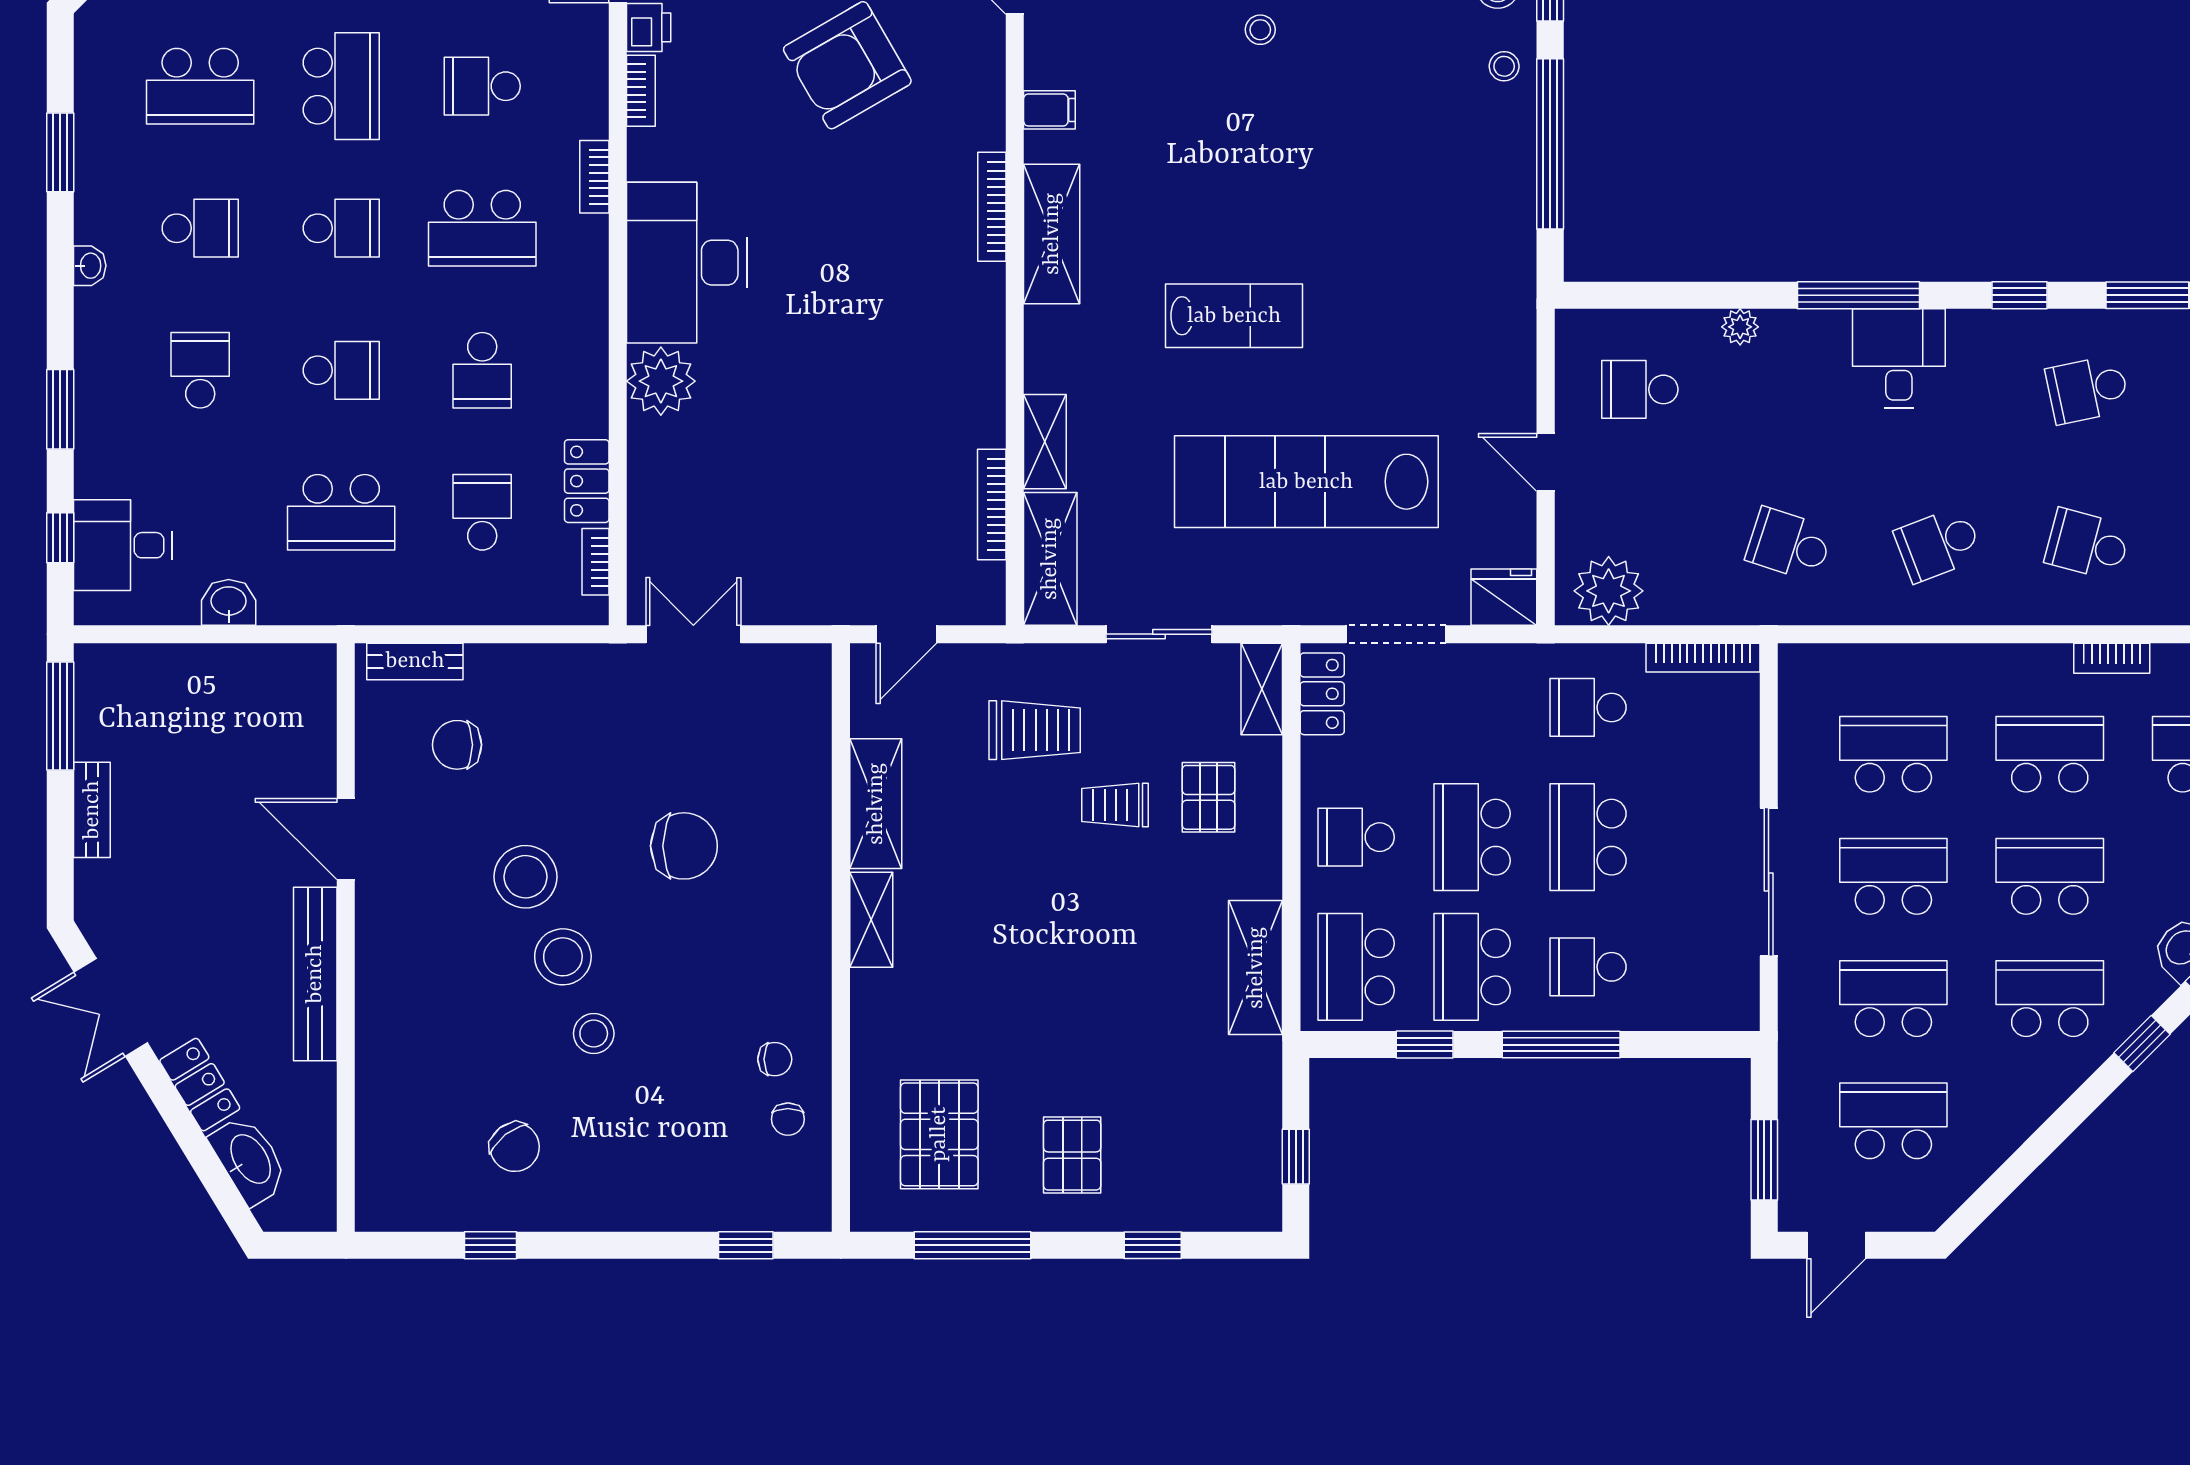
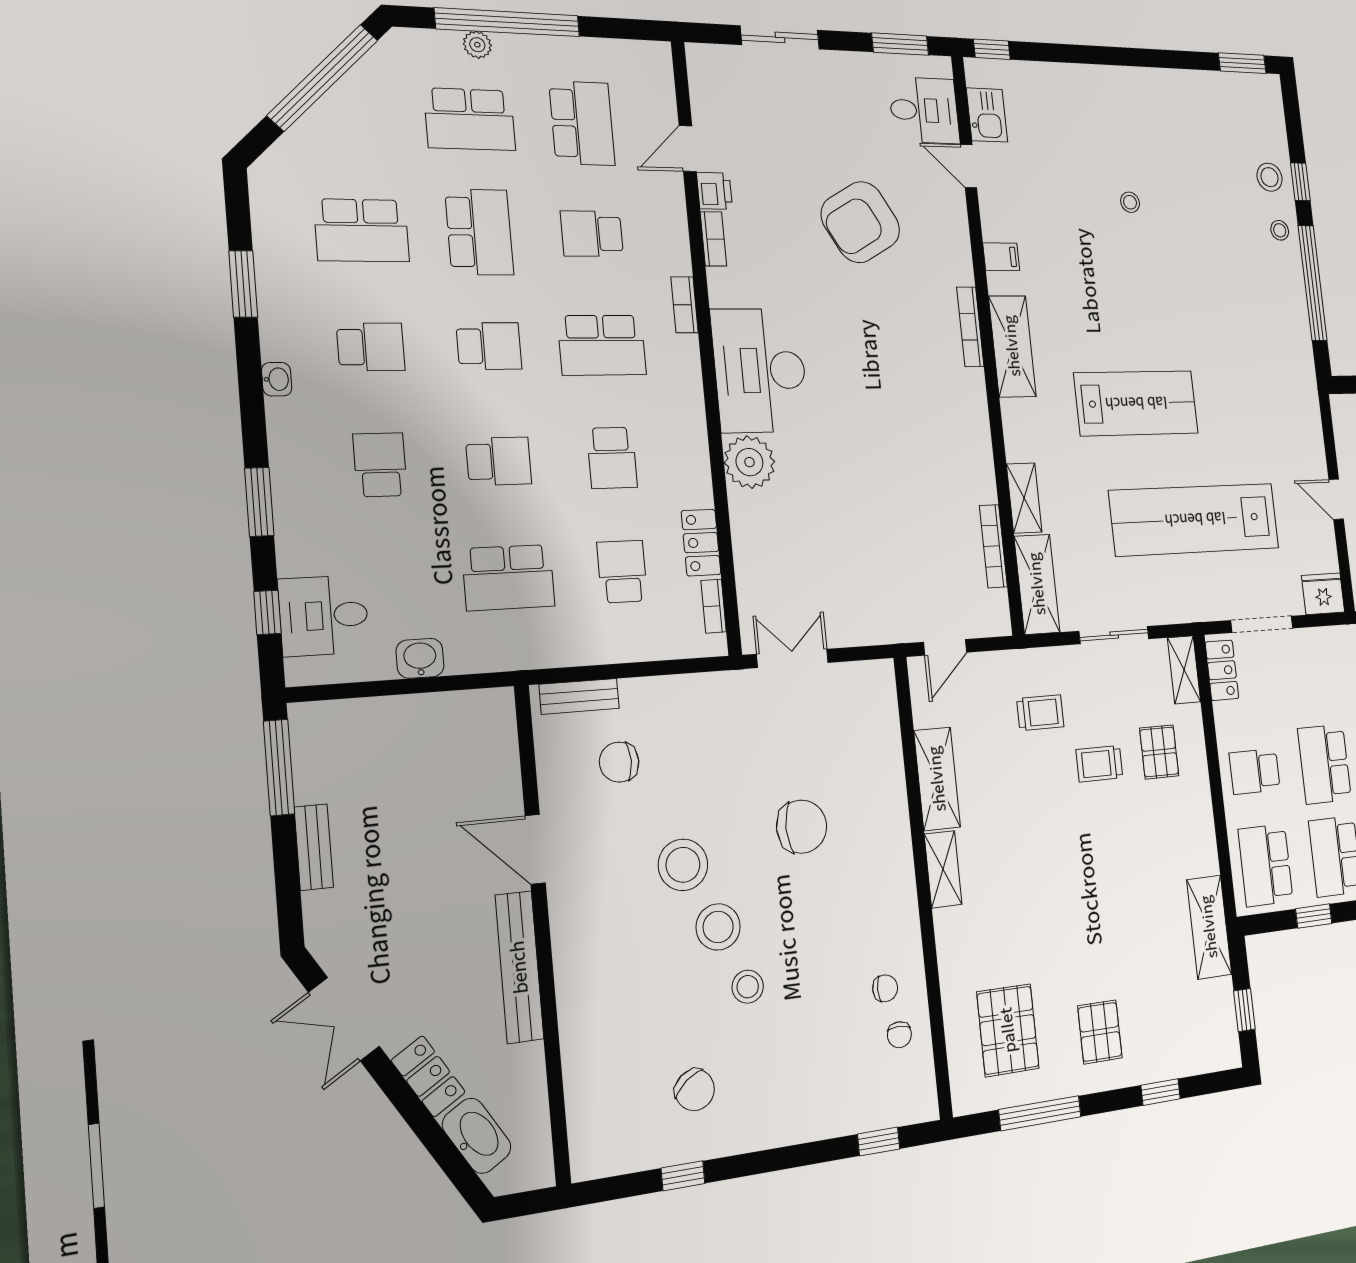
lab bench: (1234, 316) -> (1136, 403), width x1.36, depth x1.39
trolley: (1035, 730) -> (1040, 713), width x0.73, depth x0.72
shelving: (1256, 968) -> (1209, 927), moved

